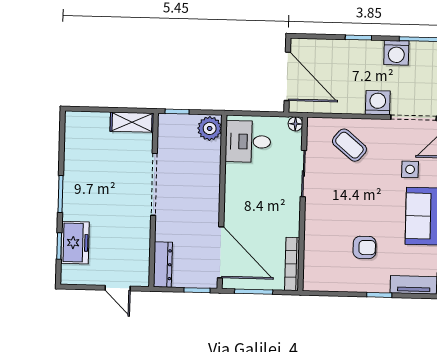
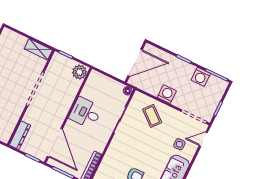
door: (287, 76) -> (135, 63), hinge flipped
washing machine: (378, 103) -> (167, 94), moved
desk: (248, 142) -> (86, 113), moved

